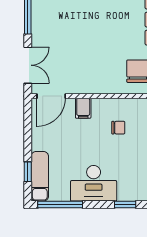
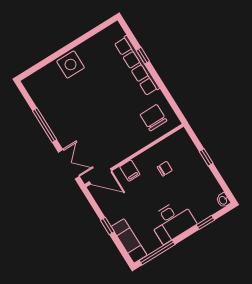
door: (51, 96) -> (100, 176), hinge flipped
window: (28, 172) -> (107, 226), moved

